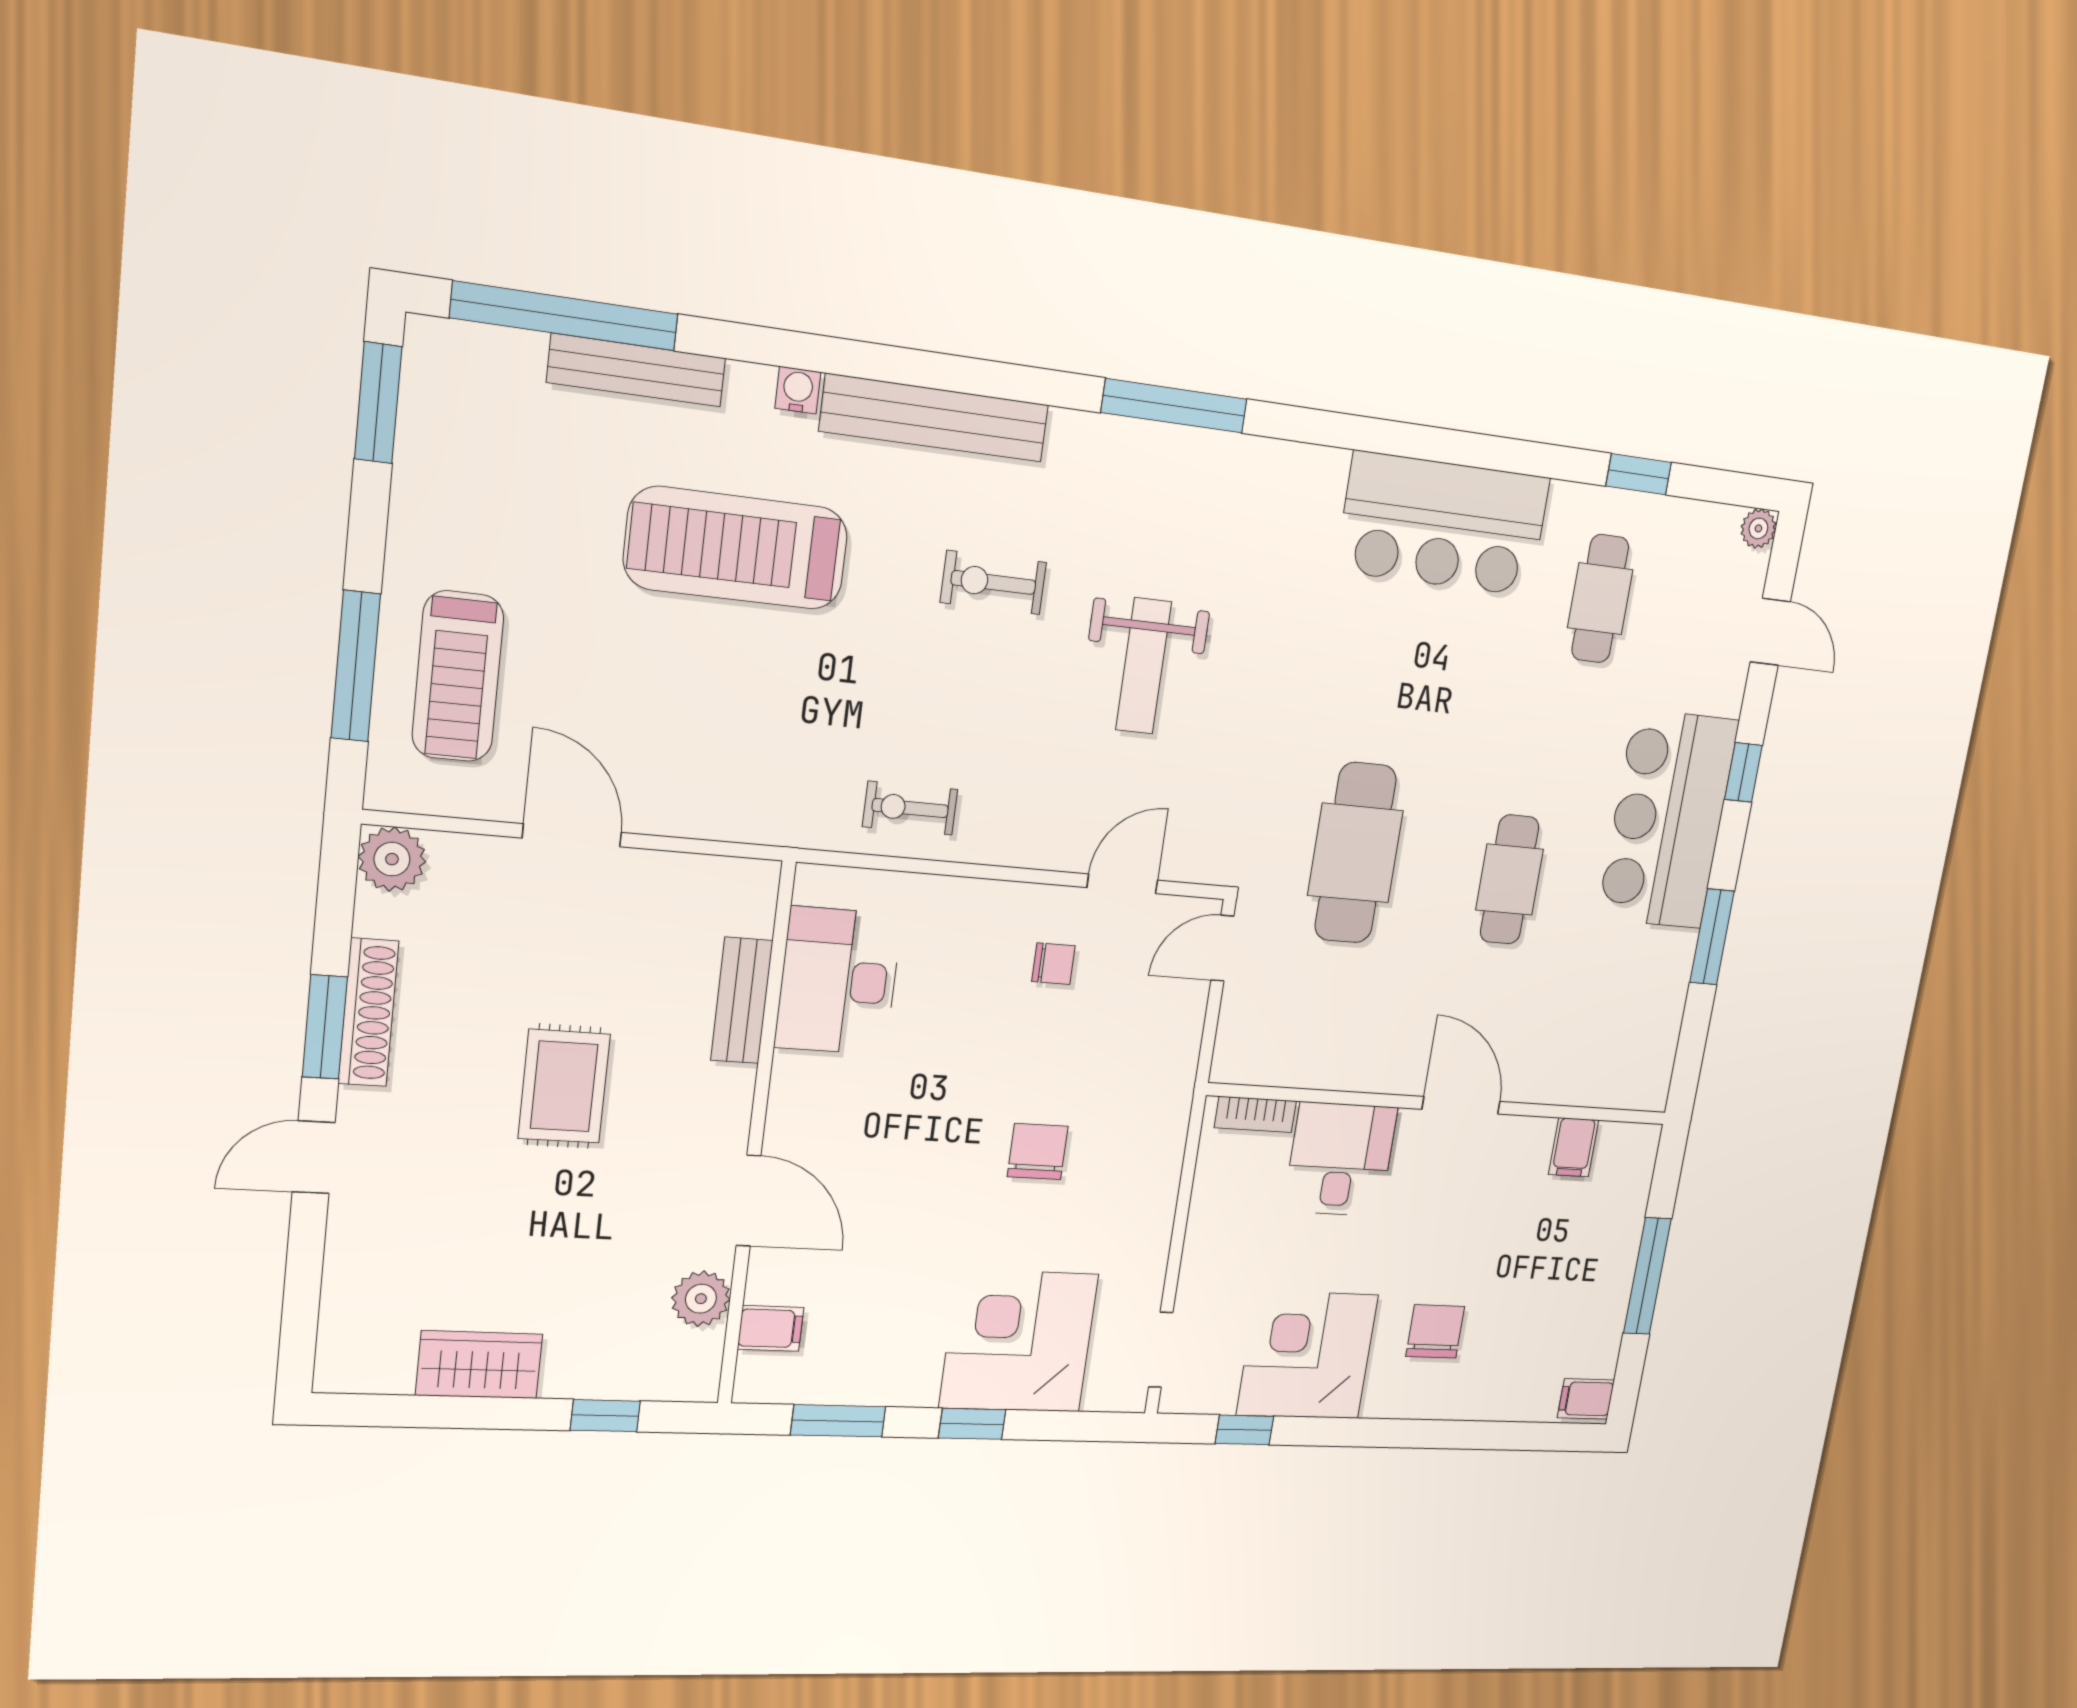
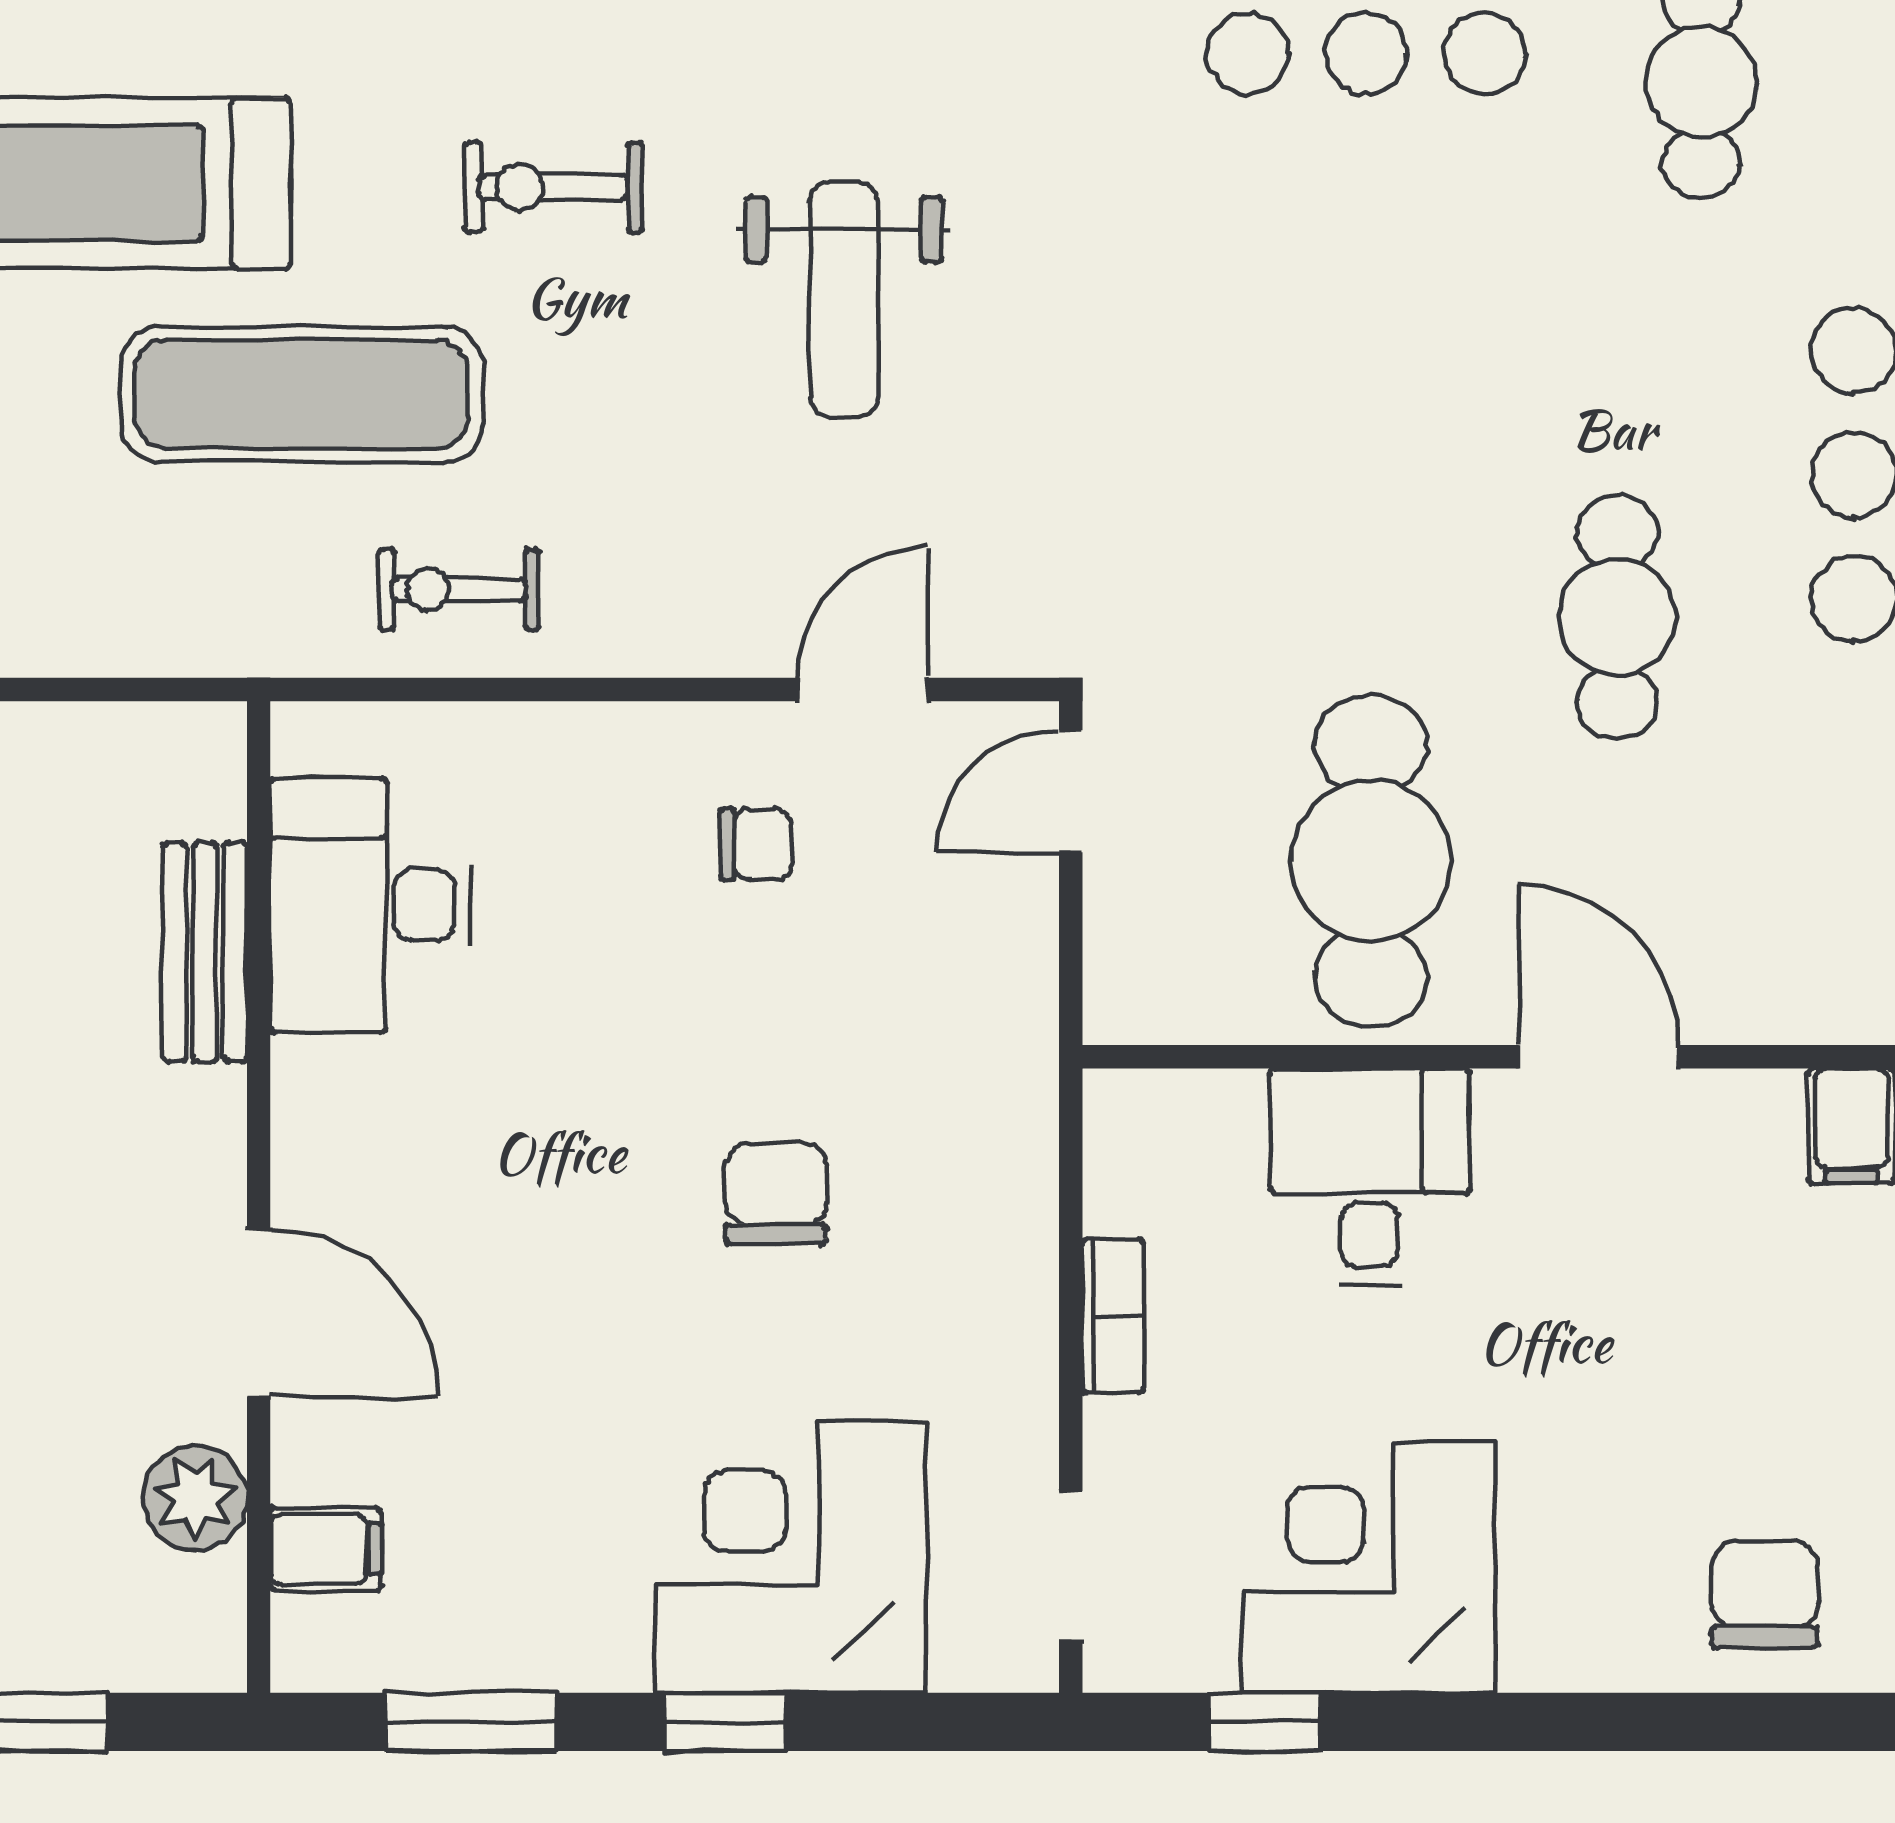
exercise mat: (835, 687) -> (302, 394), added
cafe table: (1355, 853) -> (1371, 861), moved
bookcase: (1255, 1114) -> (1113, 1316), moved, turned -90
chair: (1435, 1331) -> (1765, 1594), moved

